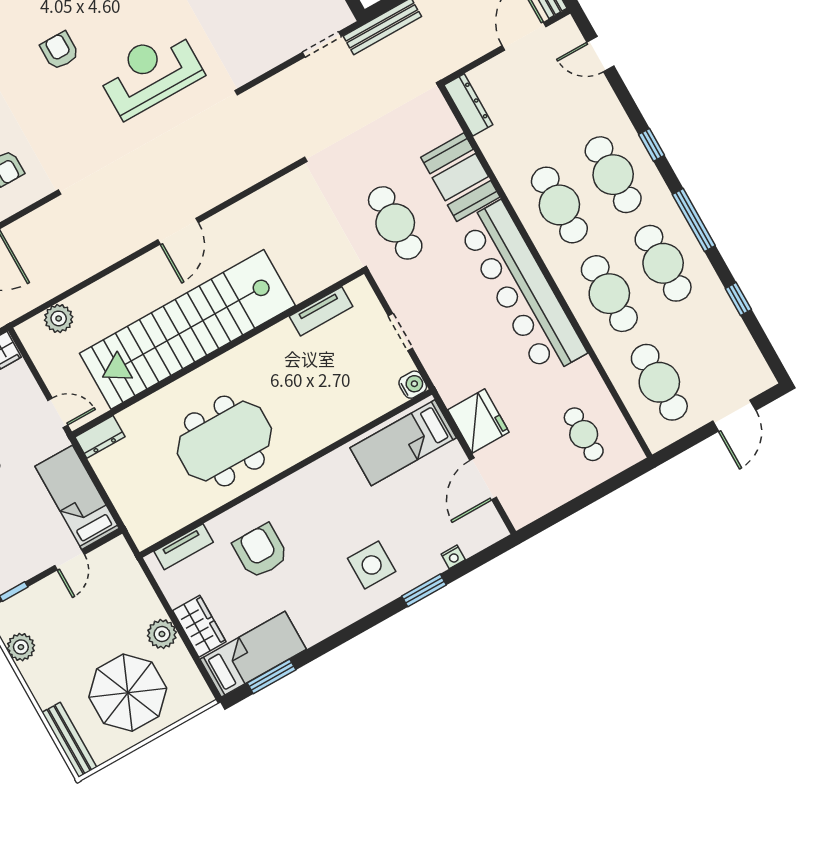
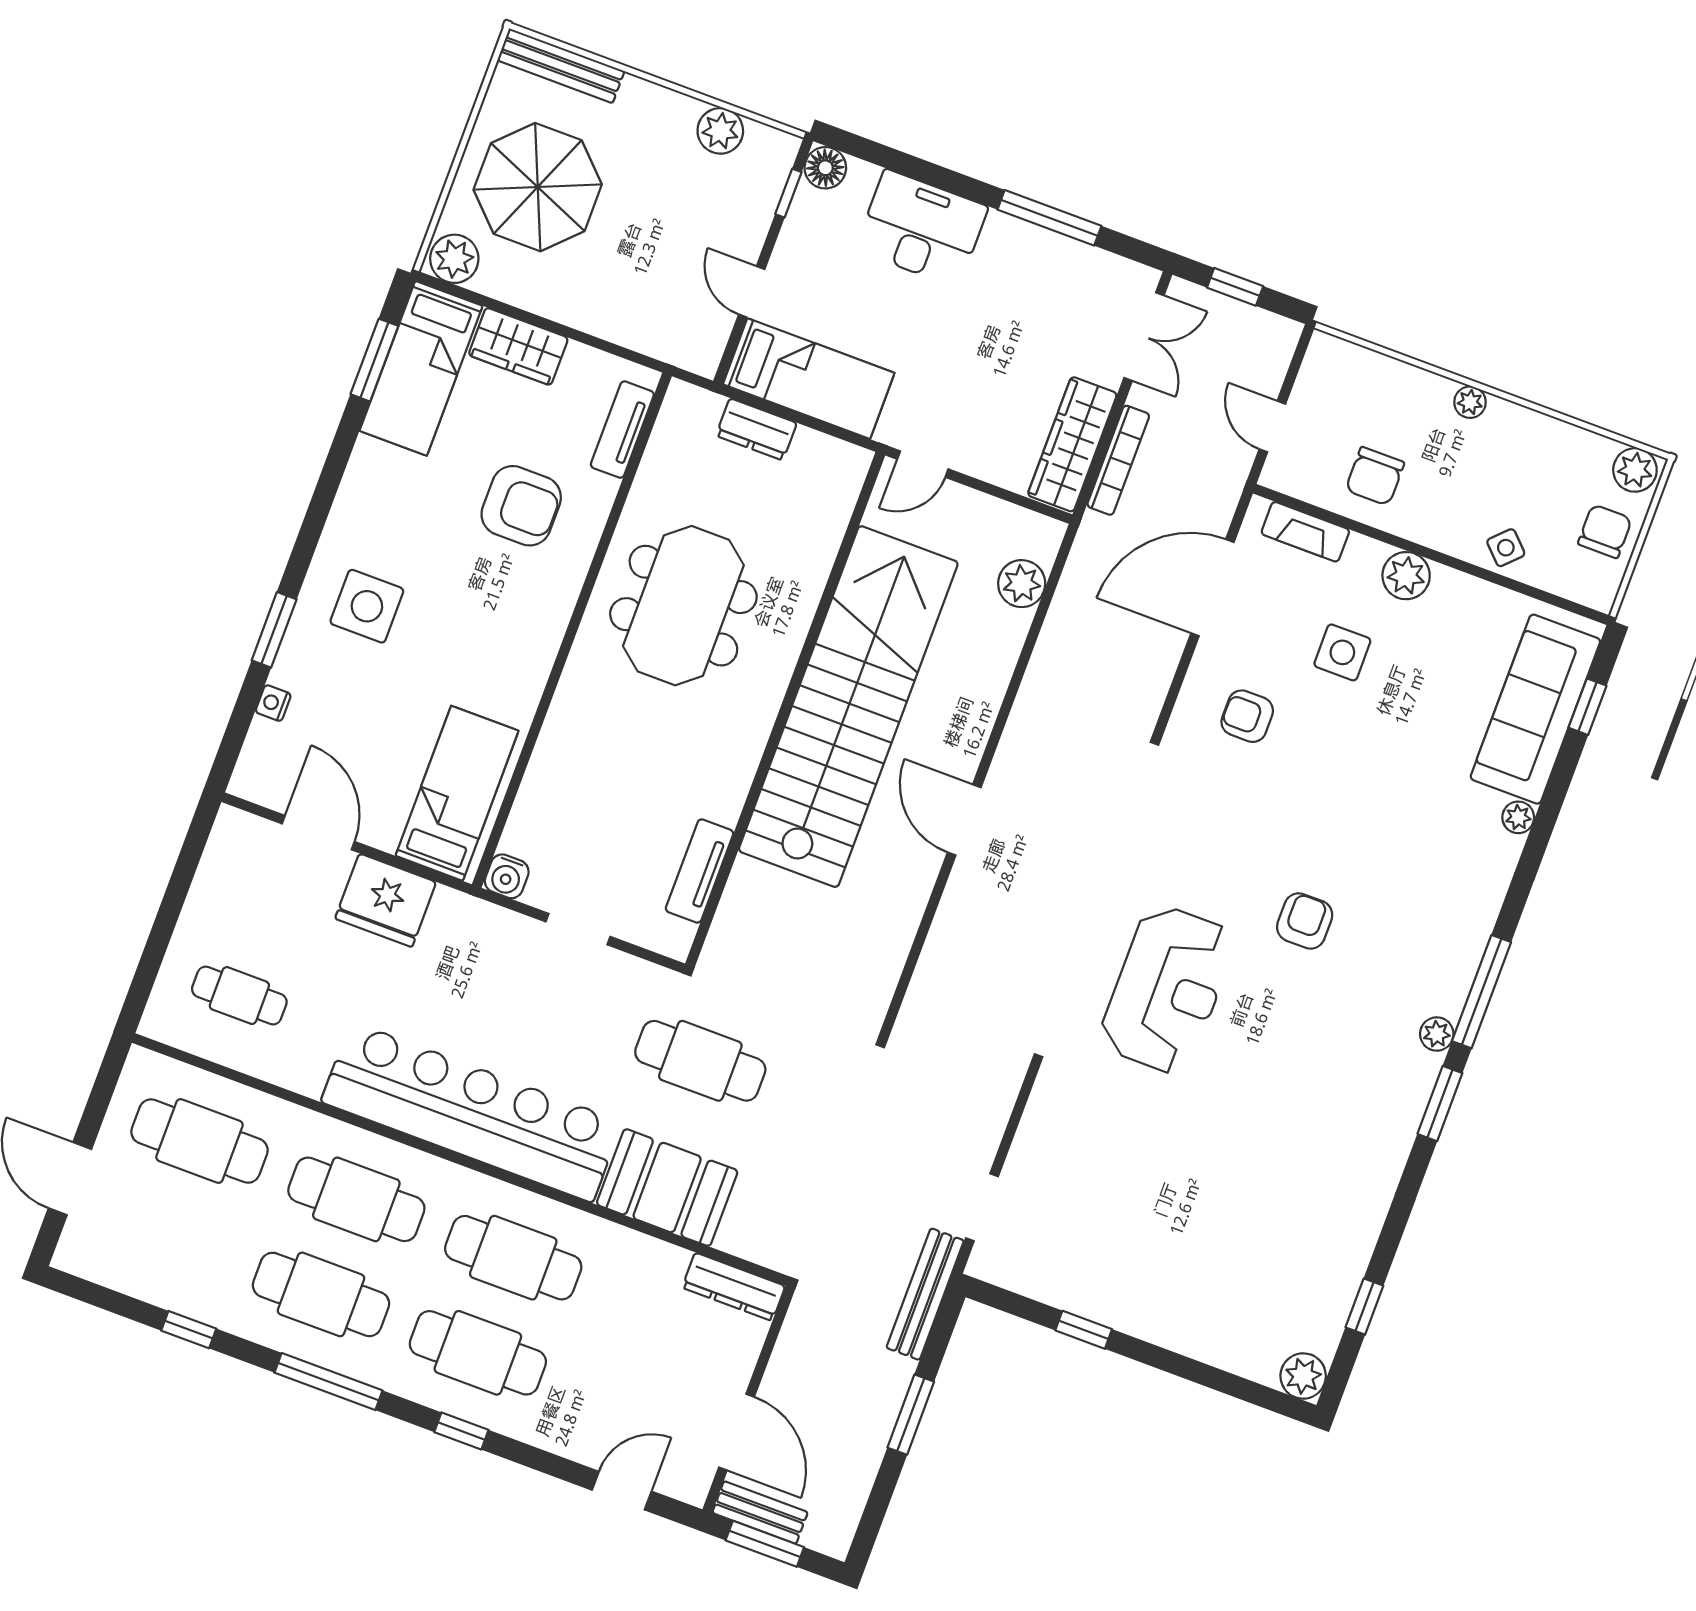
armchair: (60, 51) -> (1305, 921), turned -90
dresser: (100, 437) -> (756, 429), moved, turned -90
plant: (162, 634) -> (454, 259), moved

